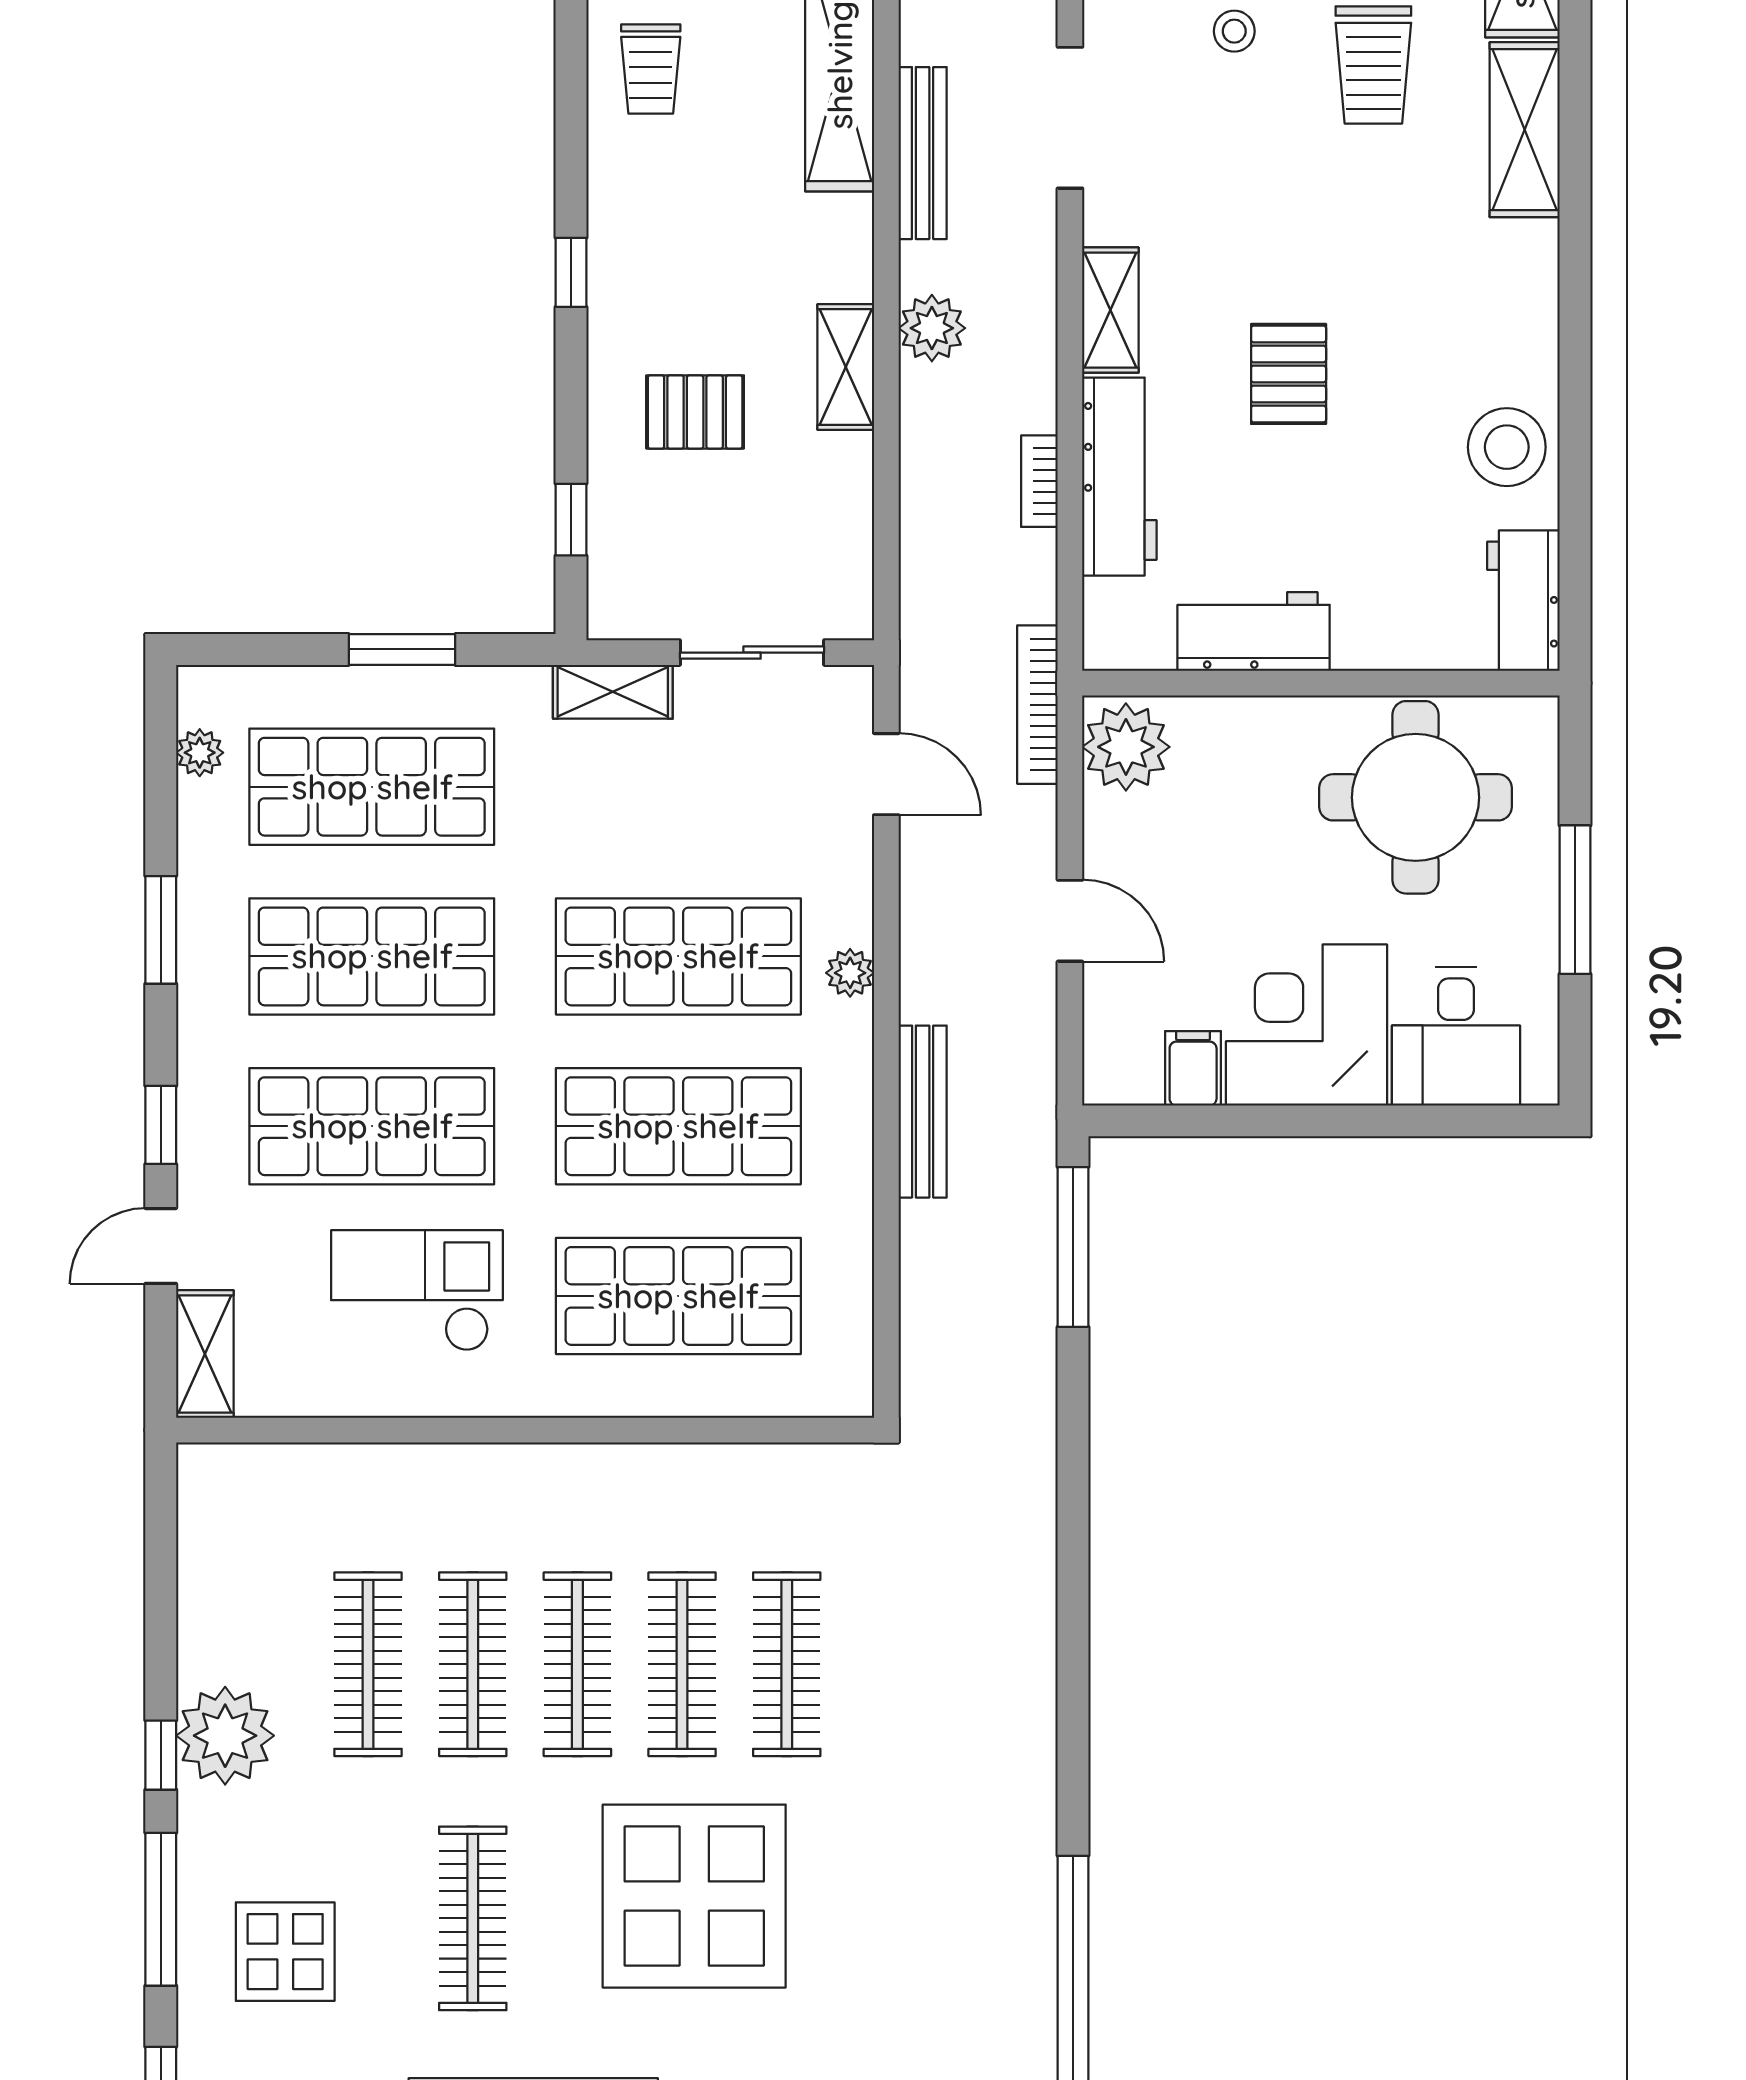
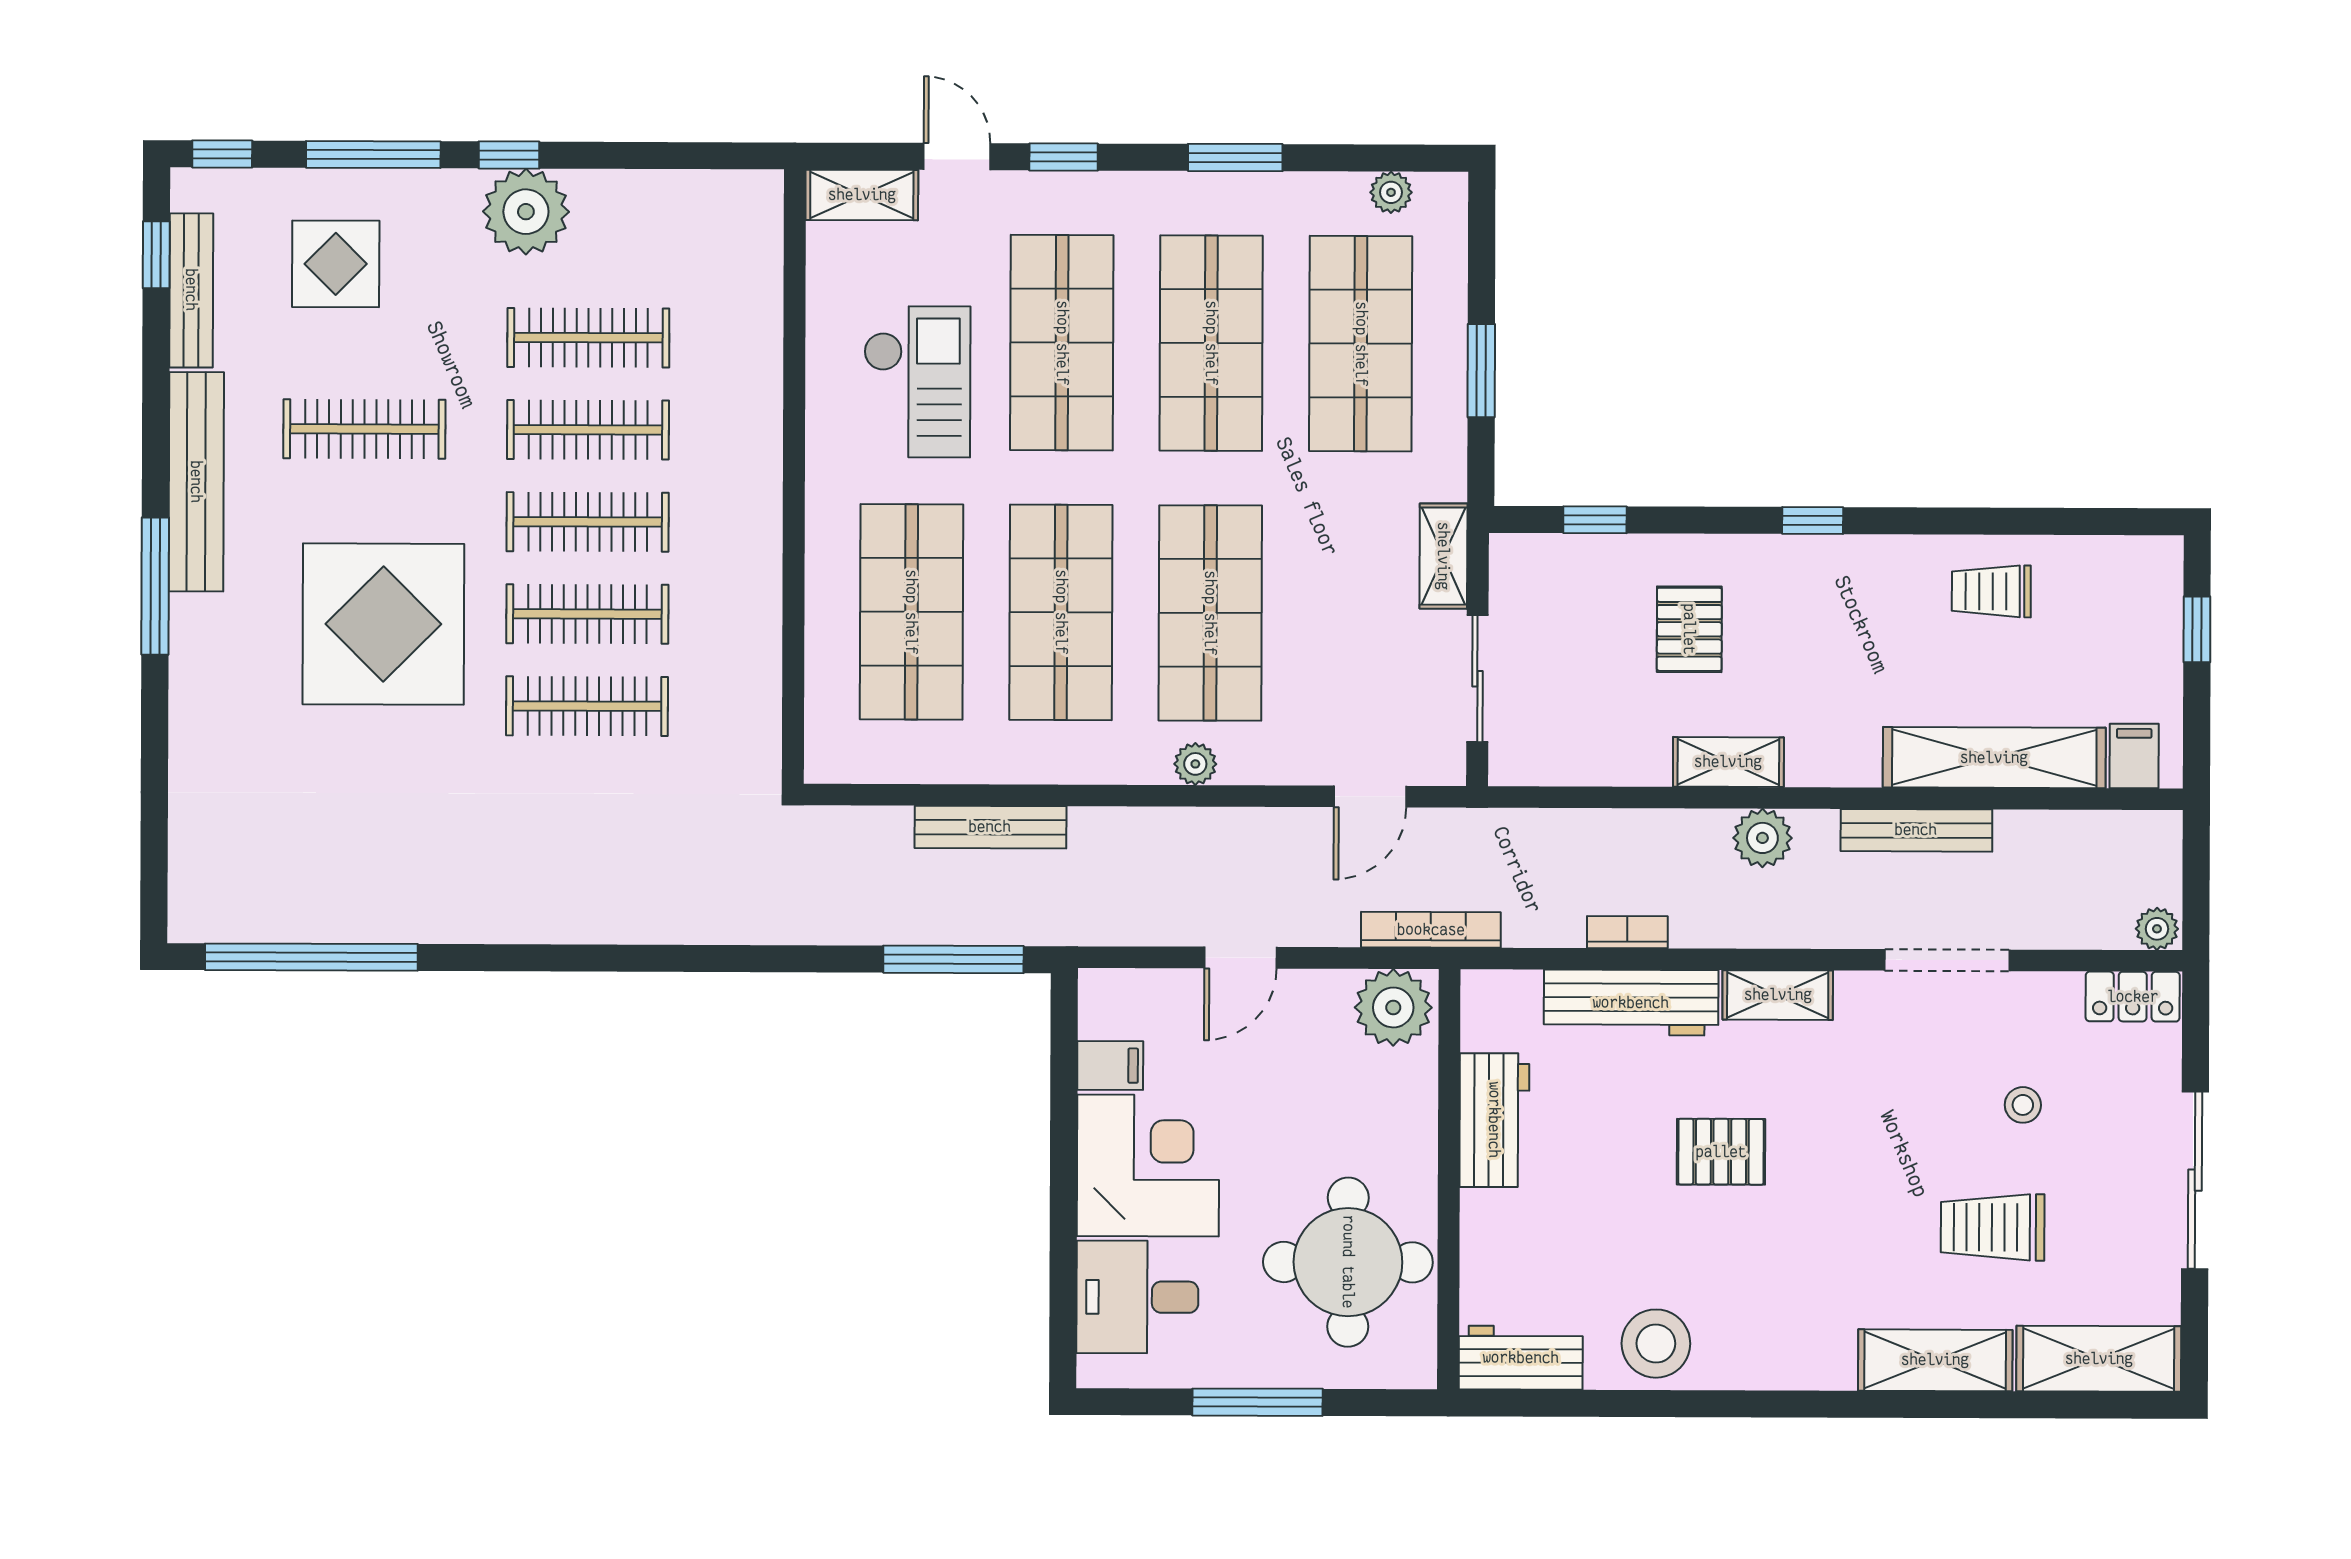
bench: (923, 1112) -> (990, 827), moved

